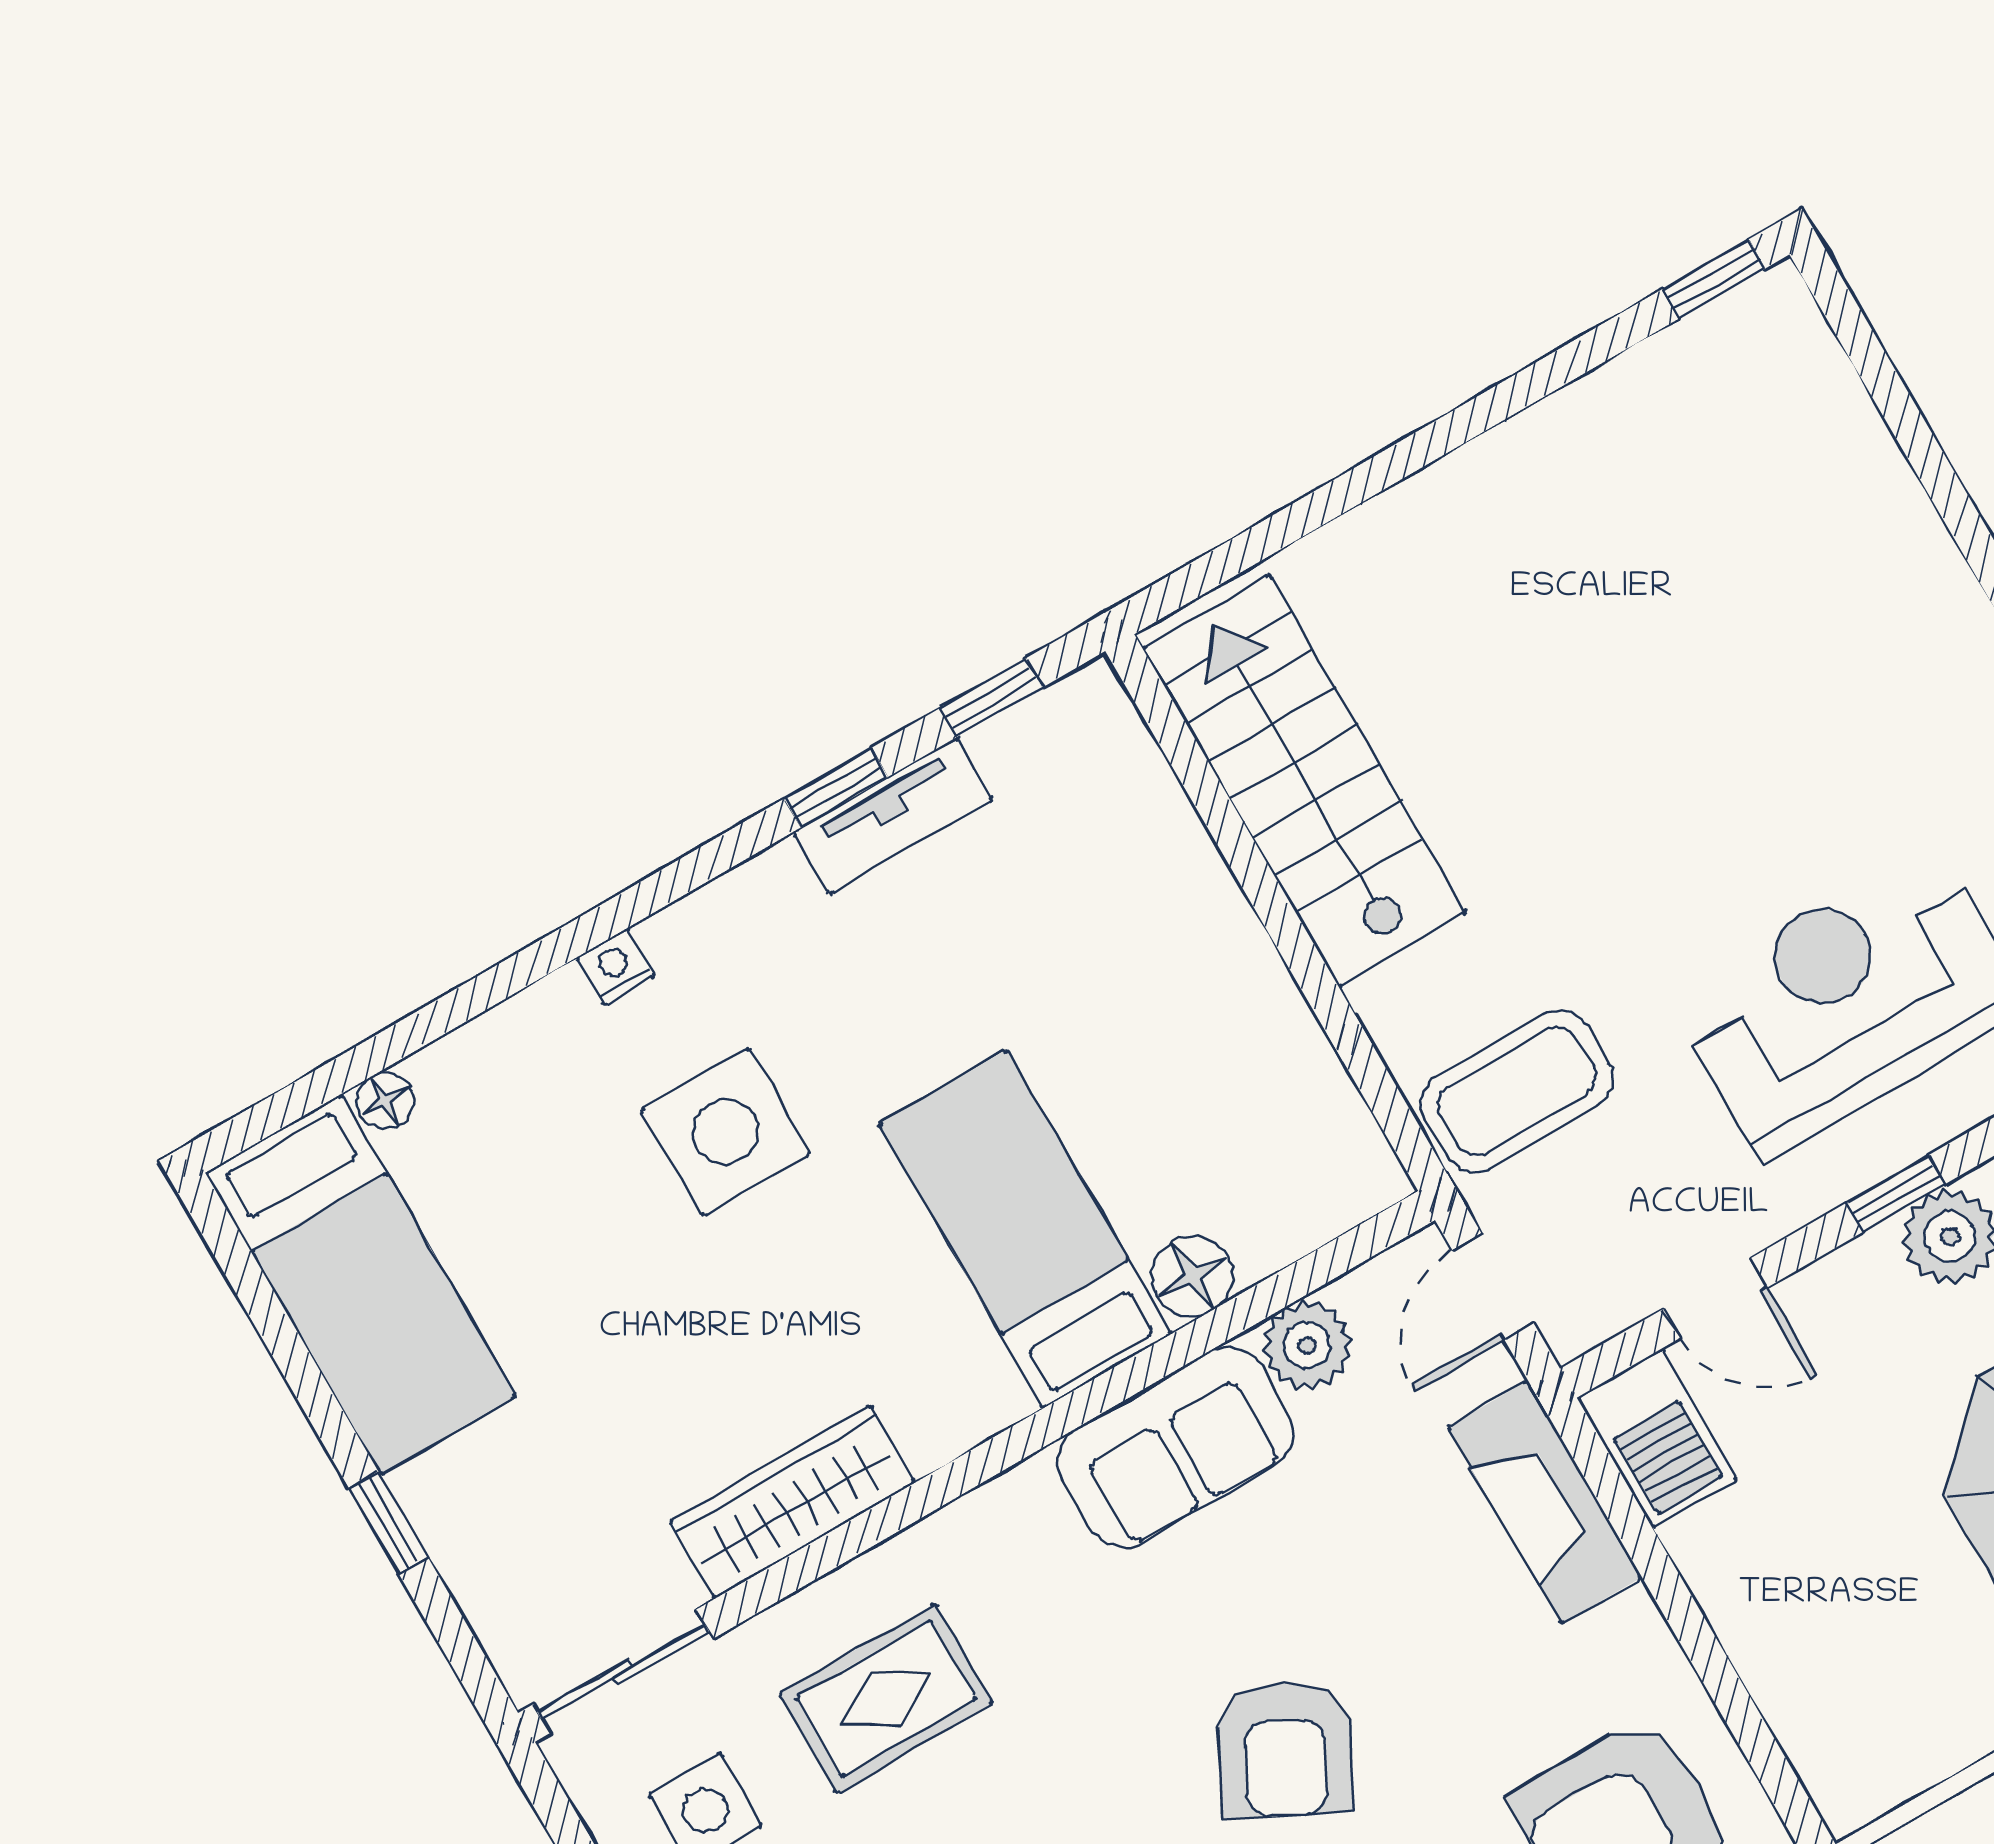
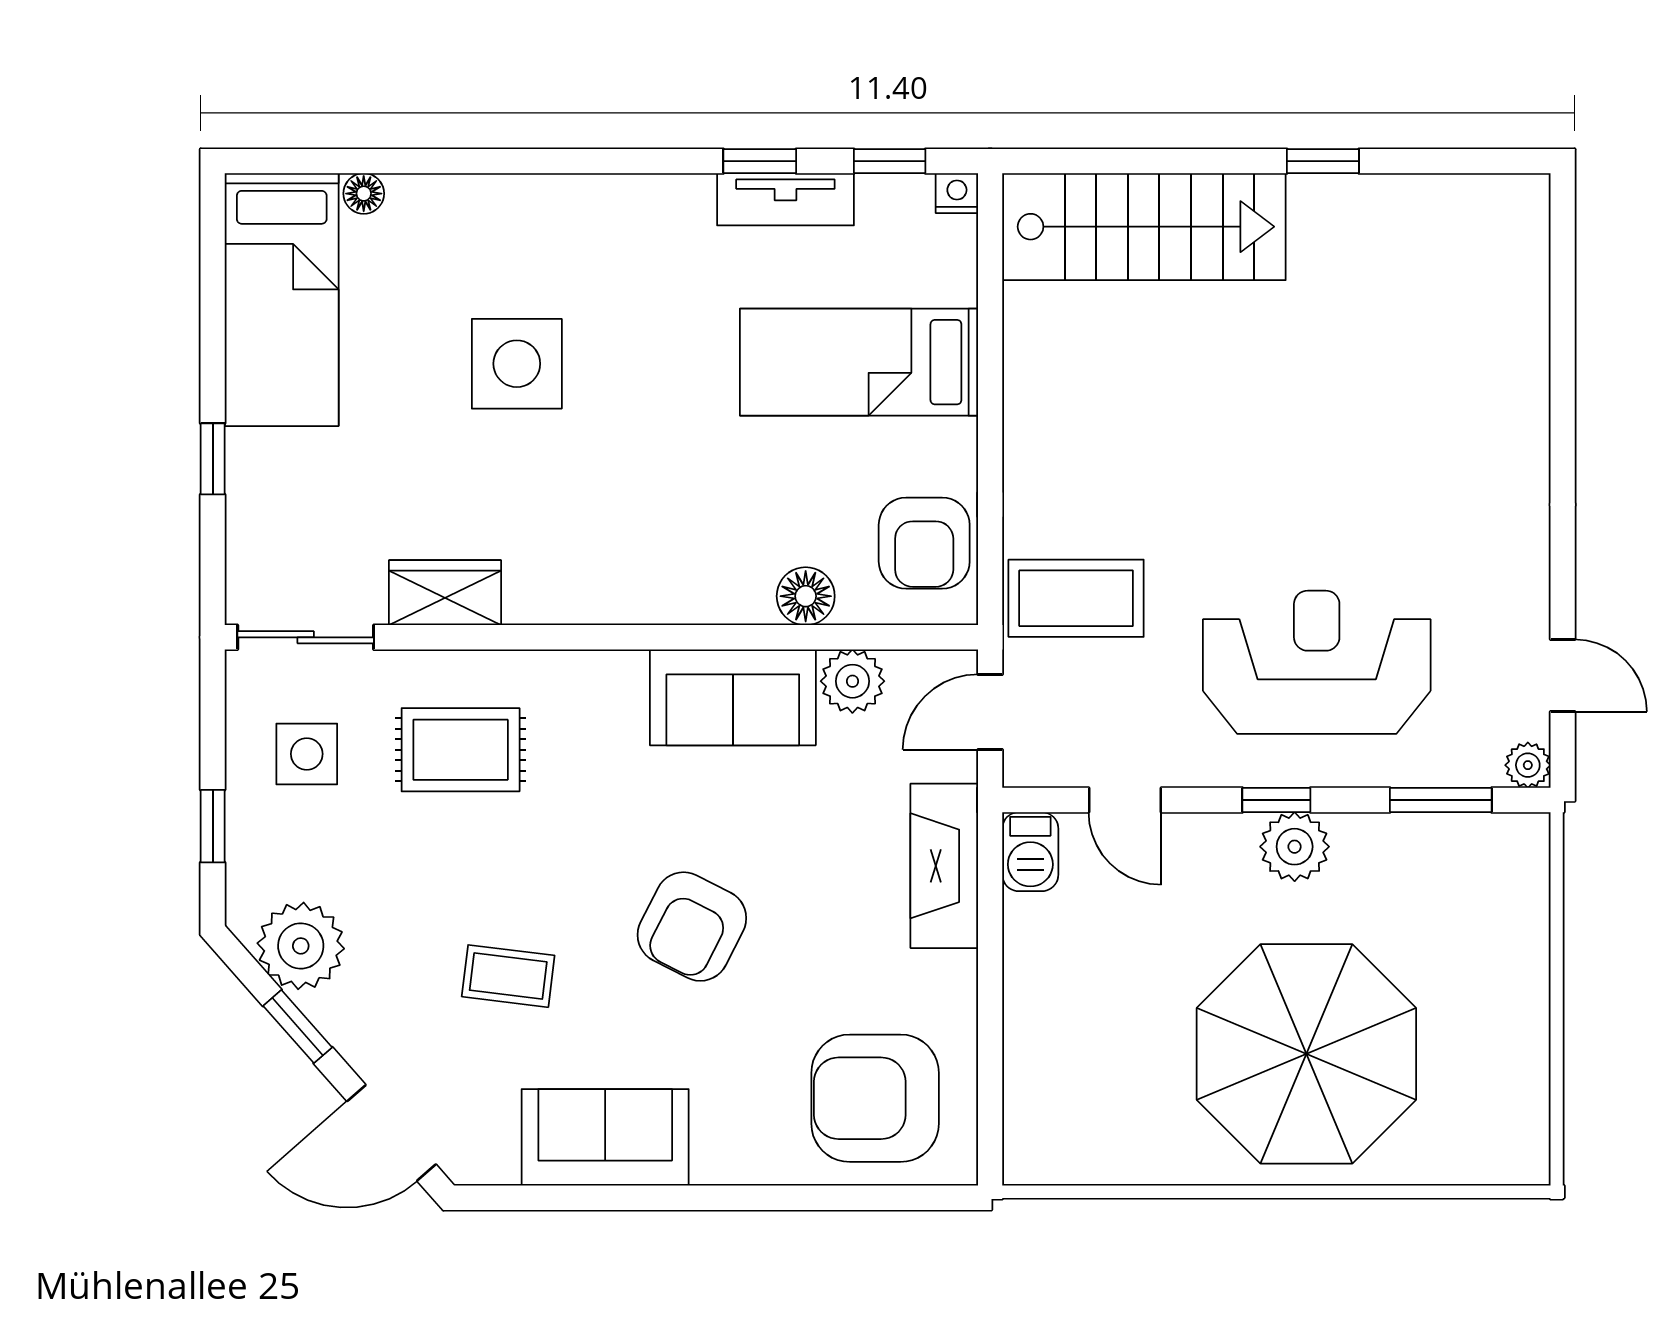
window: (1714, 279) -> (1323, 161), moved
stairs: (1304, 780) -> (1144, 227), moved, turned 90
nightstand: (616, 967) -> (957, 193), moved
armchair: (1297, 1130) -> (924, 543), added
side table: (725, 1132) -> (517, 364), moved
bed: (1025, 1229) -> (859, 362), moved, turned -90
barbecue: (1657, 1438) -> (1030, 852), width x0.73, depth x0.79
wardrobe: (792, 1502) -> (445, 593), width x0.67

